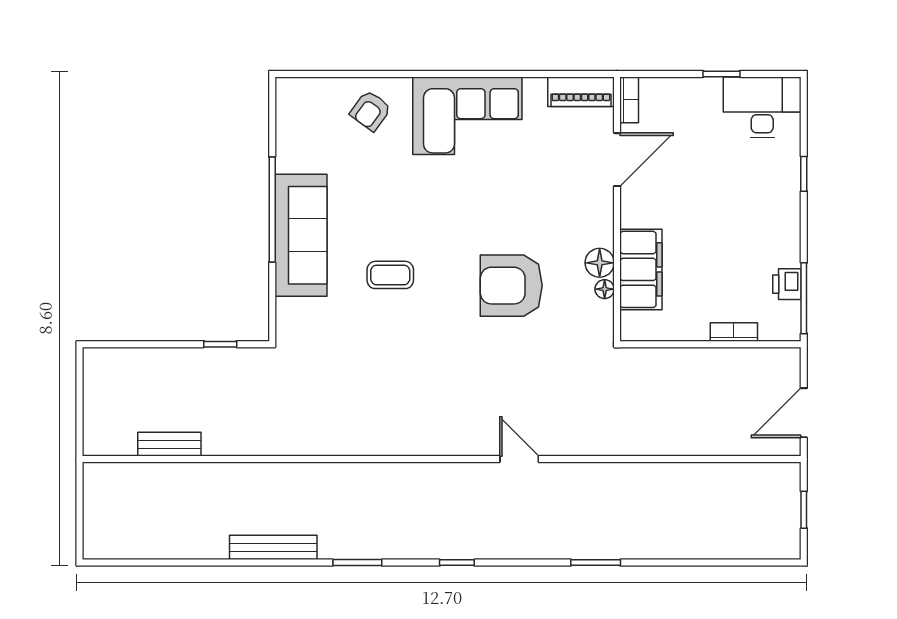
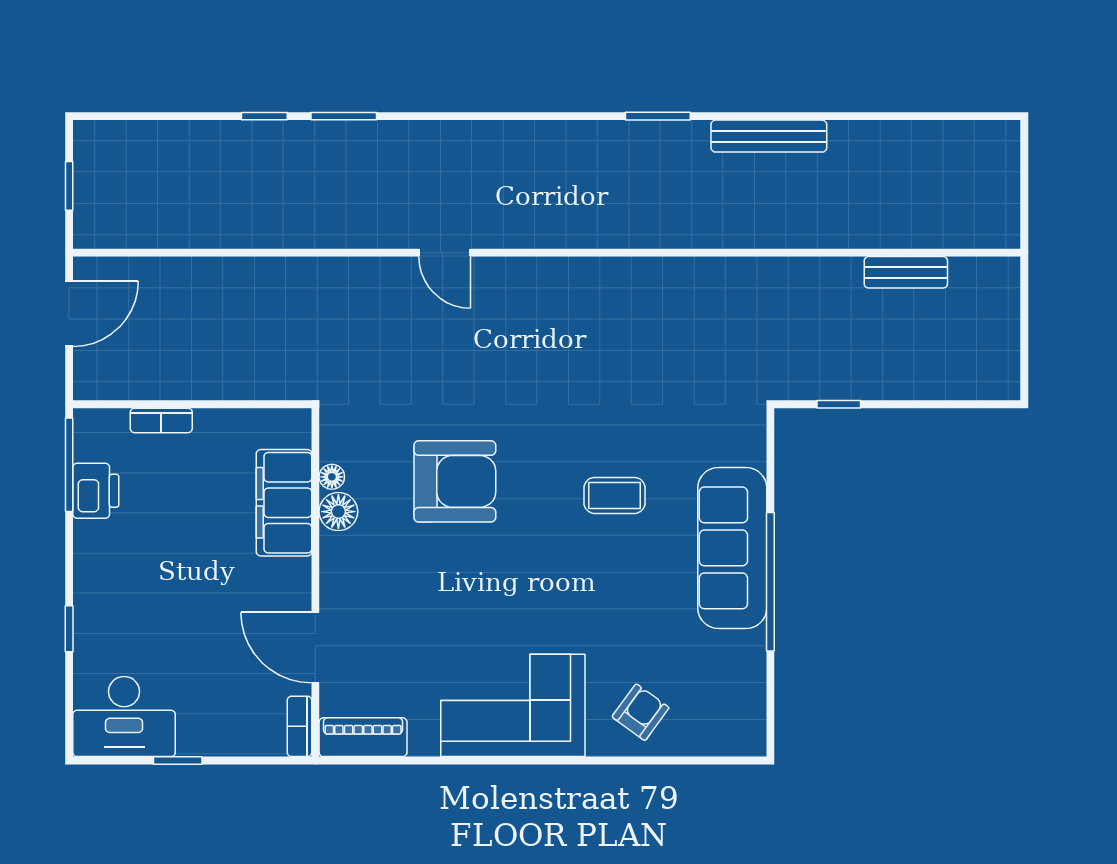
door: (617, 160) -> (315, 648), hinge flipped
printer: (787, 284) -> (96, 491), width x1.36, depth x1.24
window: (457, 563) -> (264, 116), moved

